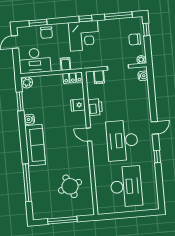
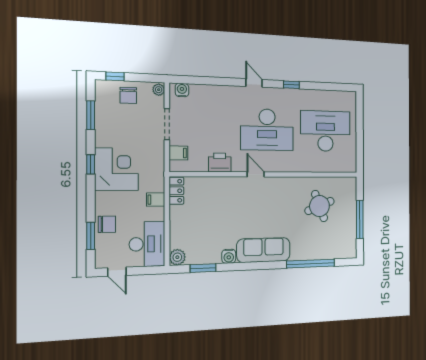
window: (118, 16) -> (91, 115), width x0.69
fridge: (78, 105) -> (215, 186), removed
door: (89, 135) -> (256, 174), swing flipped

